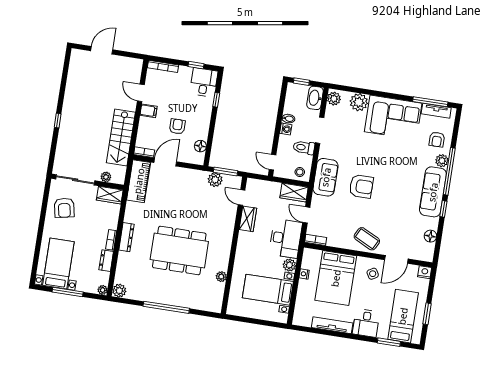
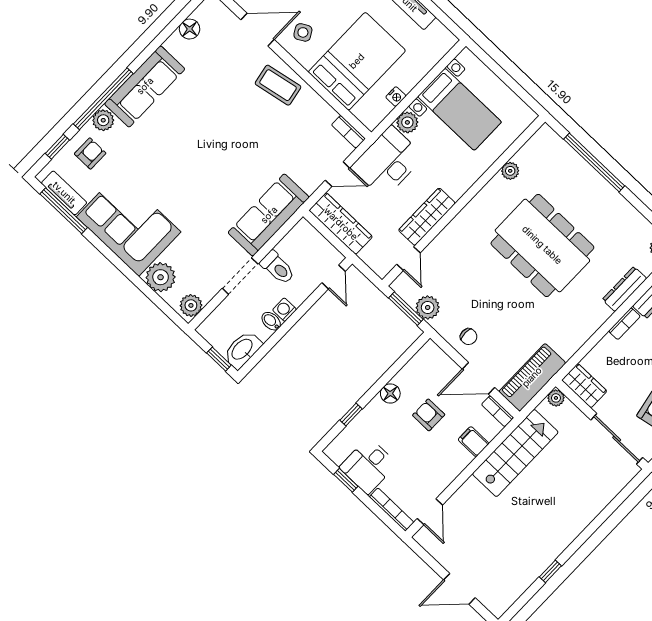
desk: (204, 82) -> (368, 466), moved
door: (141, 93) -> (430, 512), moved
washbasin: (315, 98) -> (242, 350), moved, turned 180
filing cabinet: (148, 111) -> (473, 442), moved
window: (58, 121) -> (550, 571), moved
armchair: (177, 126) -> (429, 415), turned 90
floor lamp: (200, 146) -> (390, 394), moved
stool: (300, 172) -> (306, 238), removed
plant: (106, 177) -> (556, 398), moved
sofa: (326, 177) -> (269, 215), width x1.36
chair: (185, 179) -> (469, 337), added
armchair: (361, 186) -> (236, 161), removed
wardrobe: (294, 192) -> (341, 224), width x1.50
window: (443, 209) -> (57, 147), moved
door: (306, 215) -> (337, 174), hinge flipped
wardrobe: (248, 219) -> (427, 217), width x1.50
dresser: (126, 237) -> (624, 289), moved
coffee table: (367, 239) -> (278, 85), turned -37
window: (166, 307) -> (594, 162), moved

